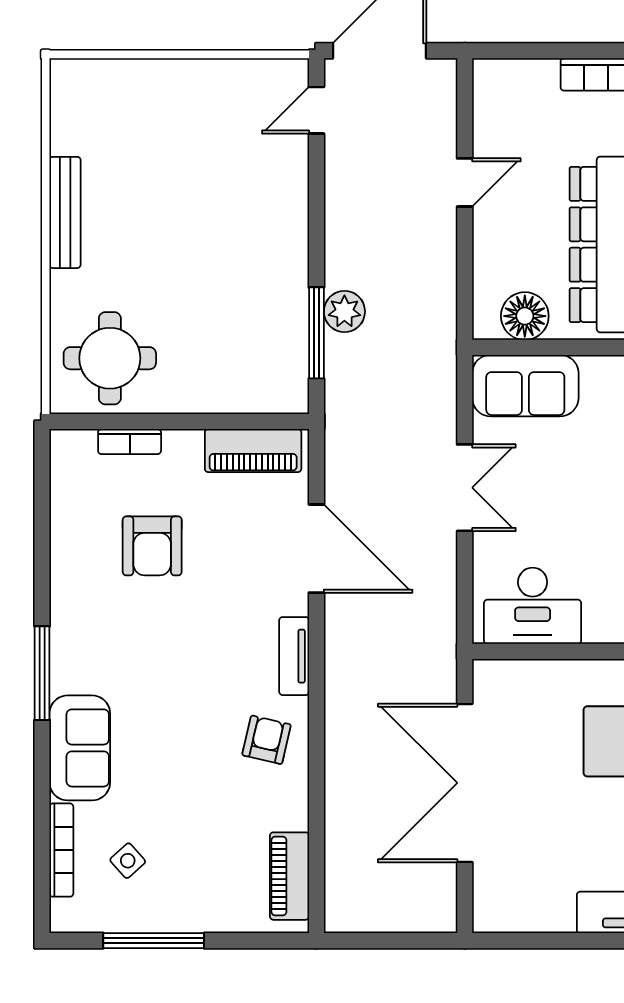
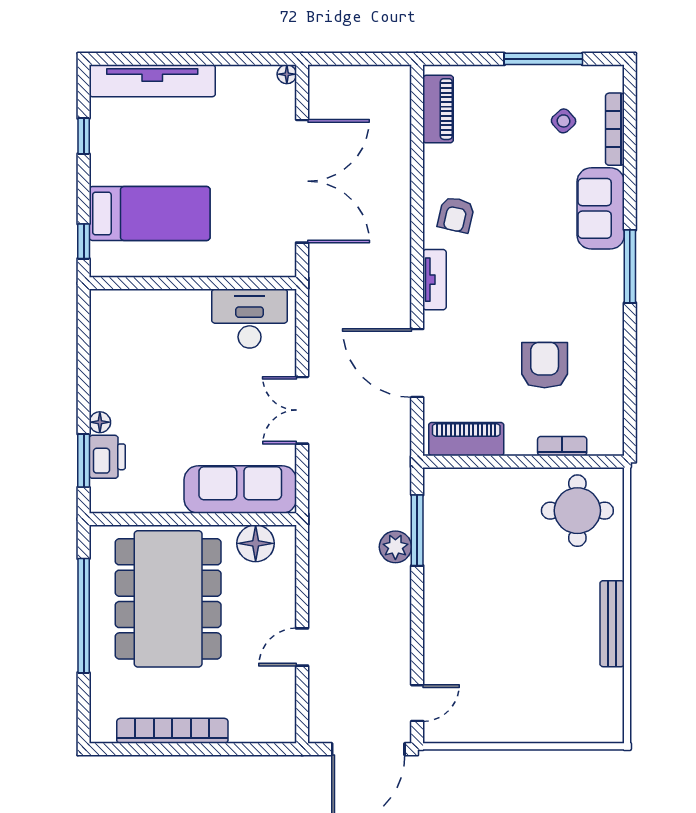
sofa: (525, 386) -> (240, 489), width x1.36
floor lamp: (484, 921) -> (287, 74), added

